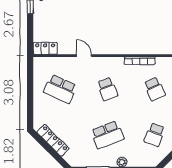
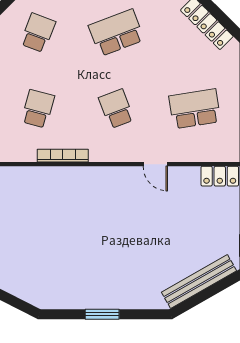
school desk: (60, 89) -> (195, 109), turned -33
school desk: (155, 89) -> (38, 109), turned 39

